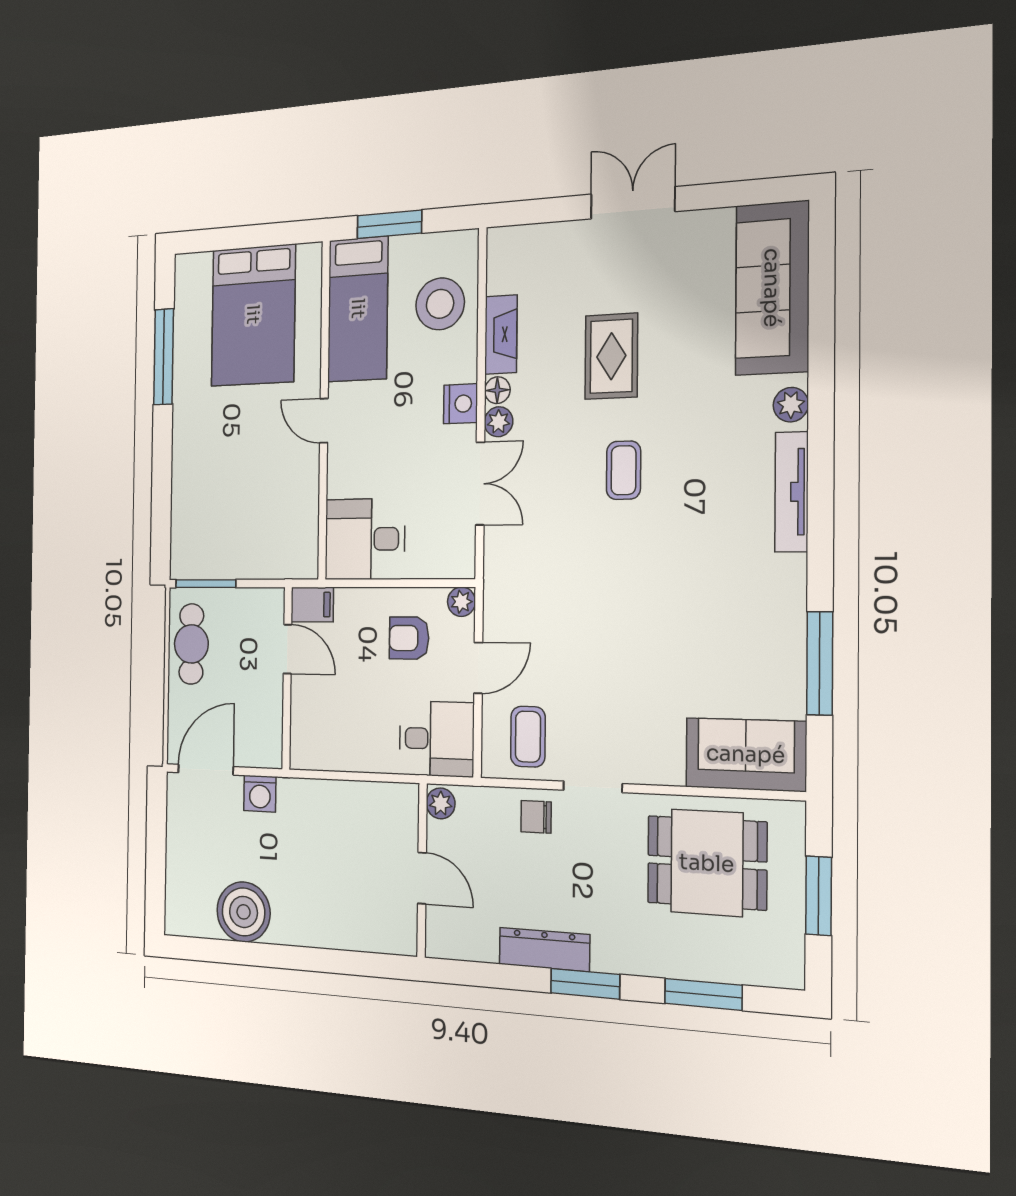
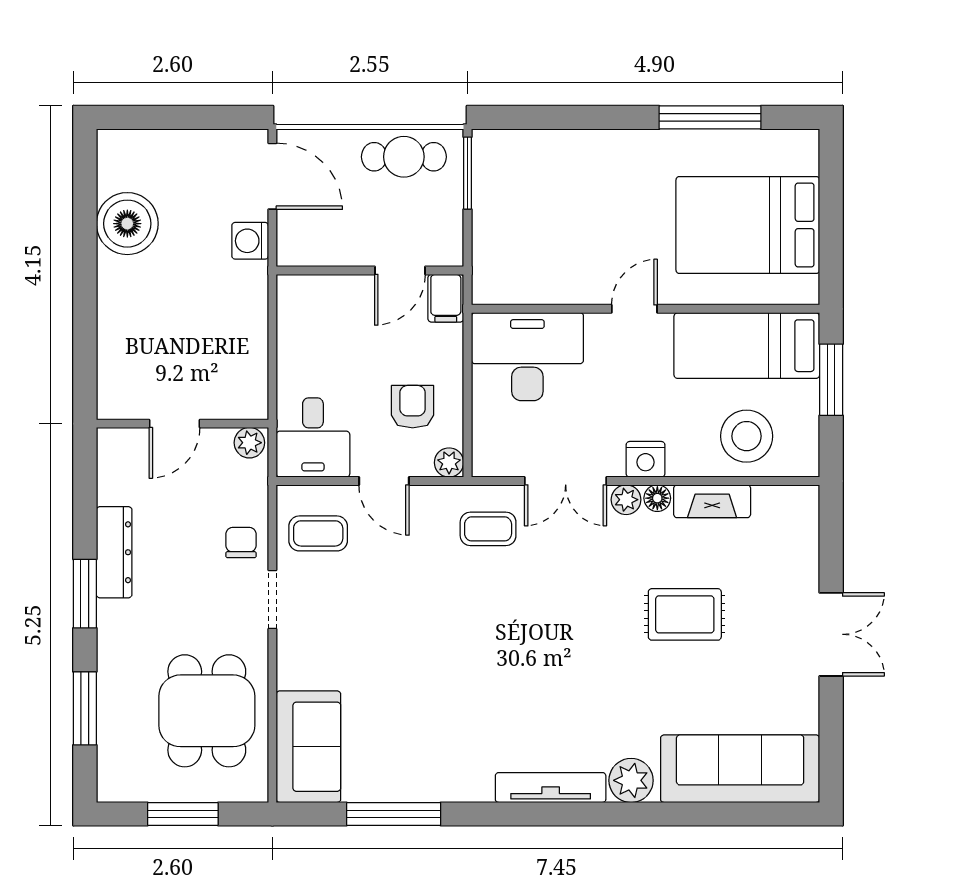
plant: (791, 405) -> (631, 780), width x1.38, depth x1.38
coffee table: (624, 470) -> (488, 529), moved
desk: (365, 539) -> (527, 357), width x1.37

